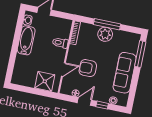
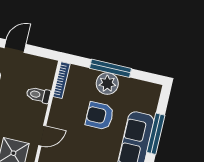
window: (140, 54) -> (156, 134), moved
armchair: (88, 68) -> (100, 116), moved

